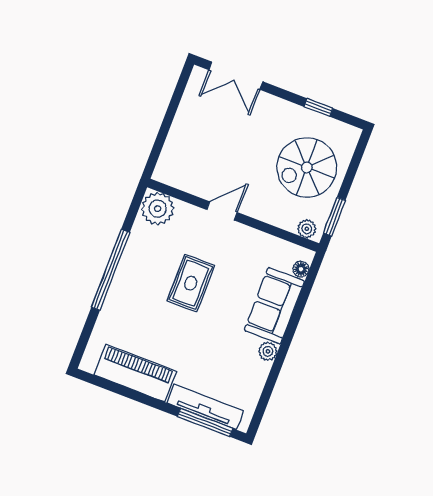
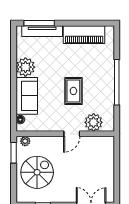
plant: (158, 209) -> (94, 122), moved
plant: (268, 351) -> (25, 67), width x1.88, depth x1.88

